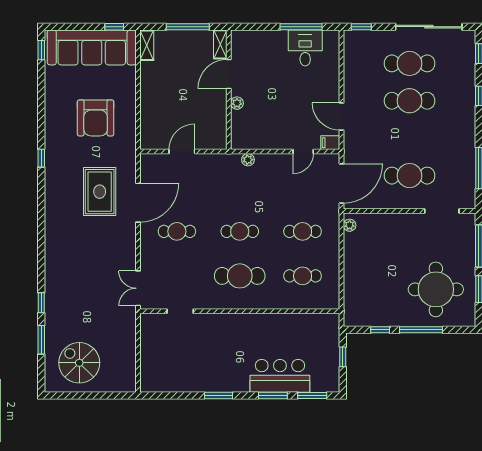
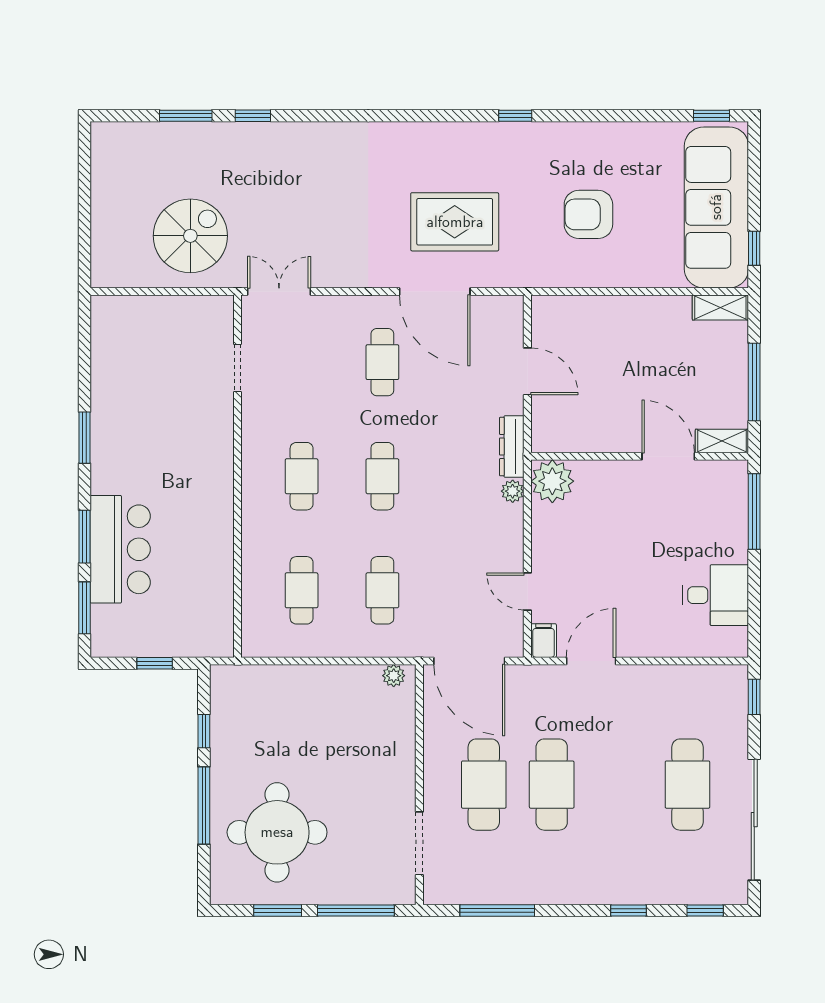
window: (301, 27) -> (754, 511), moved
cafe table: (410, 101) -> (552, 785), moved
plant: (237, 103) -> (552, 481), moved, width x1.88, depth x1.88
armchair: (96, 118) -> (588, 214), width x0.73, depth x0.73
dresser: (223, 160) -> (512, 447), added
cafe table: (240, 276) -> (302, 476), width x0.73, depth x0.74
spiral stairs: (79, 363) -> (190, 236), moved

